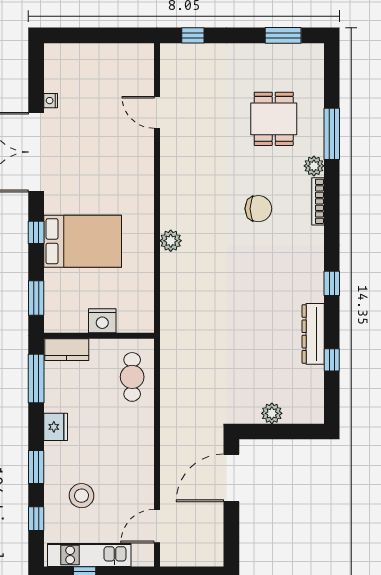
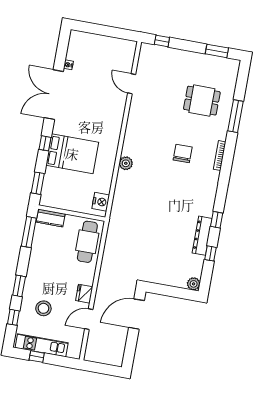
dining table: (274, 119) -> (202, 101), turned 90
plant: (314, 166) -> (221, 134), removed
chair: (258, 209) -> (183, 153), turned -90
window: (332, 283) -> (217, 220), moved
nightstand: (102, 321) -> (101, 202), moved, turned -90
cafe table: (132, 377) -> (87, 242), width x1.37, depth x1.35
plant: (272, 413) -> (194, 284), moved
fridge: (56, 427) -> (84, 294), moved, turned 180
door: (157, 526) -> (89, 319), moved

